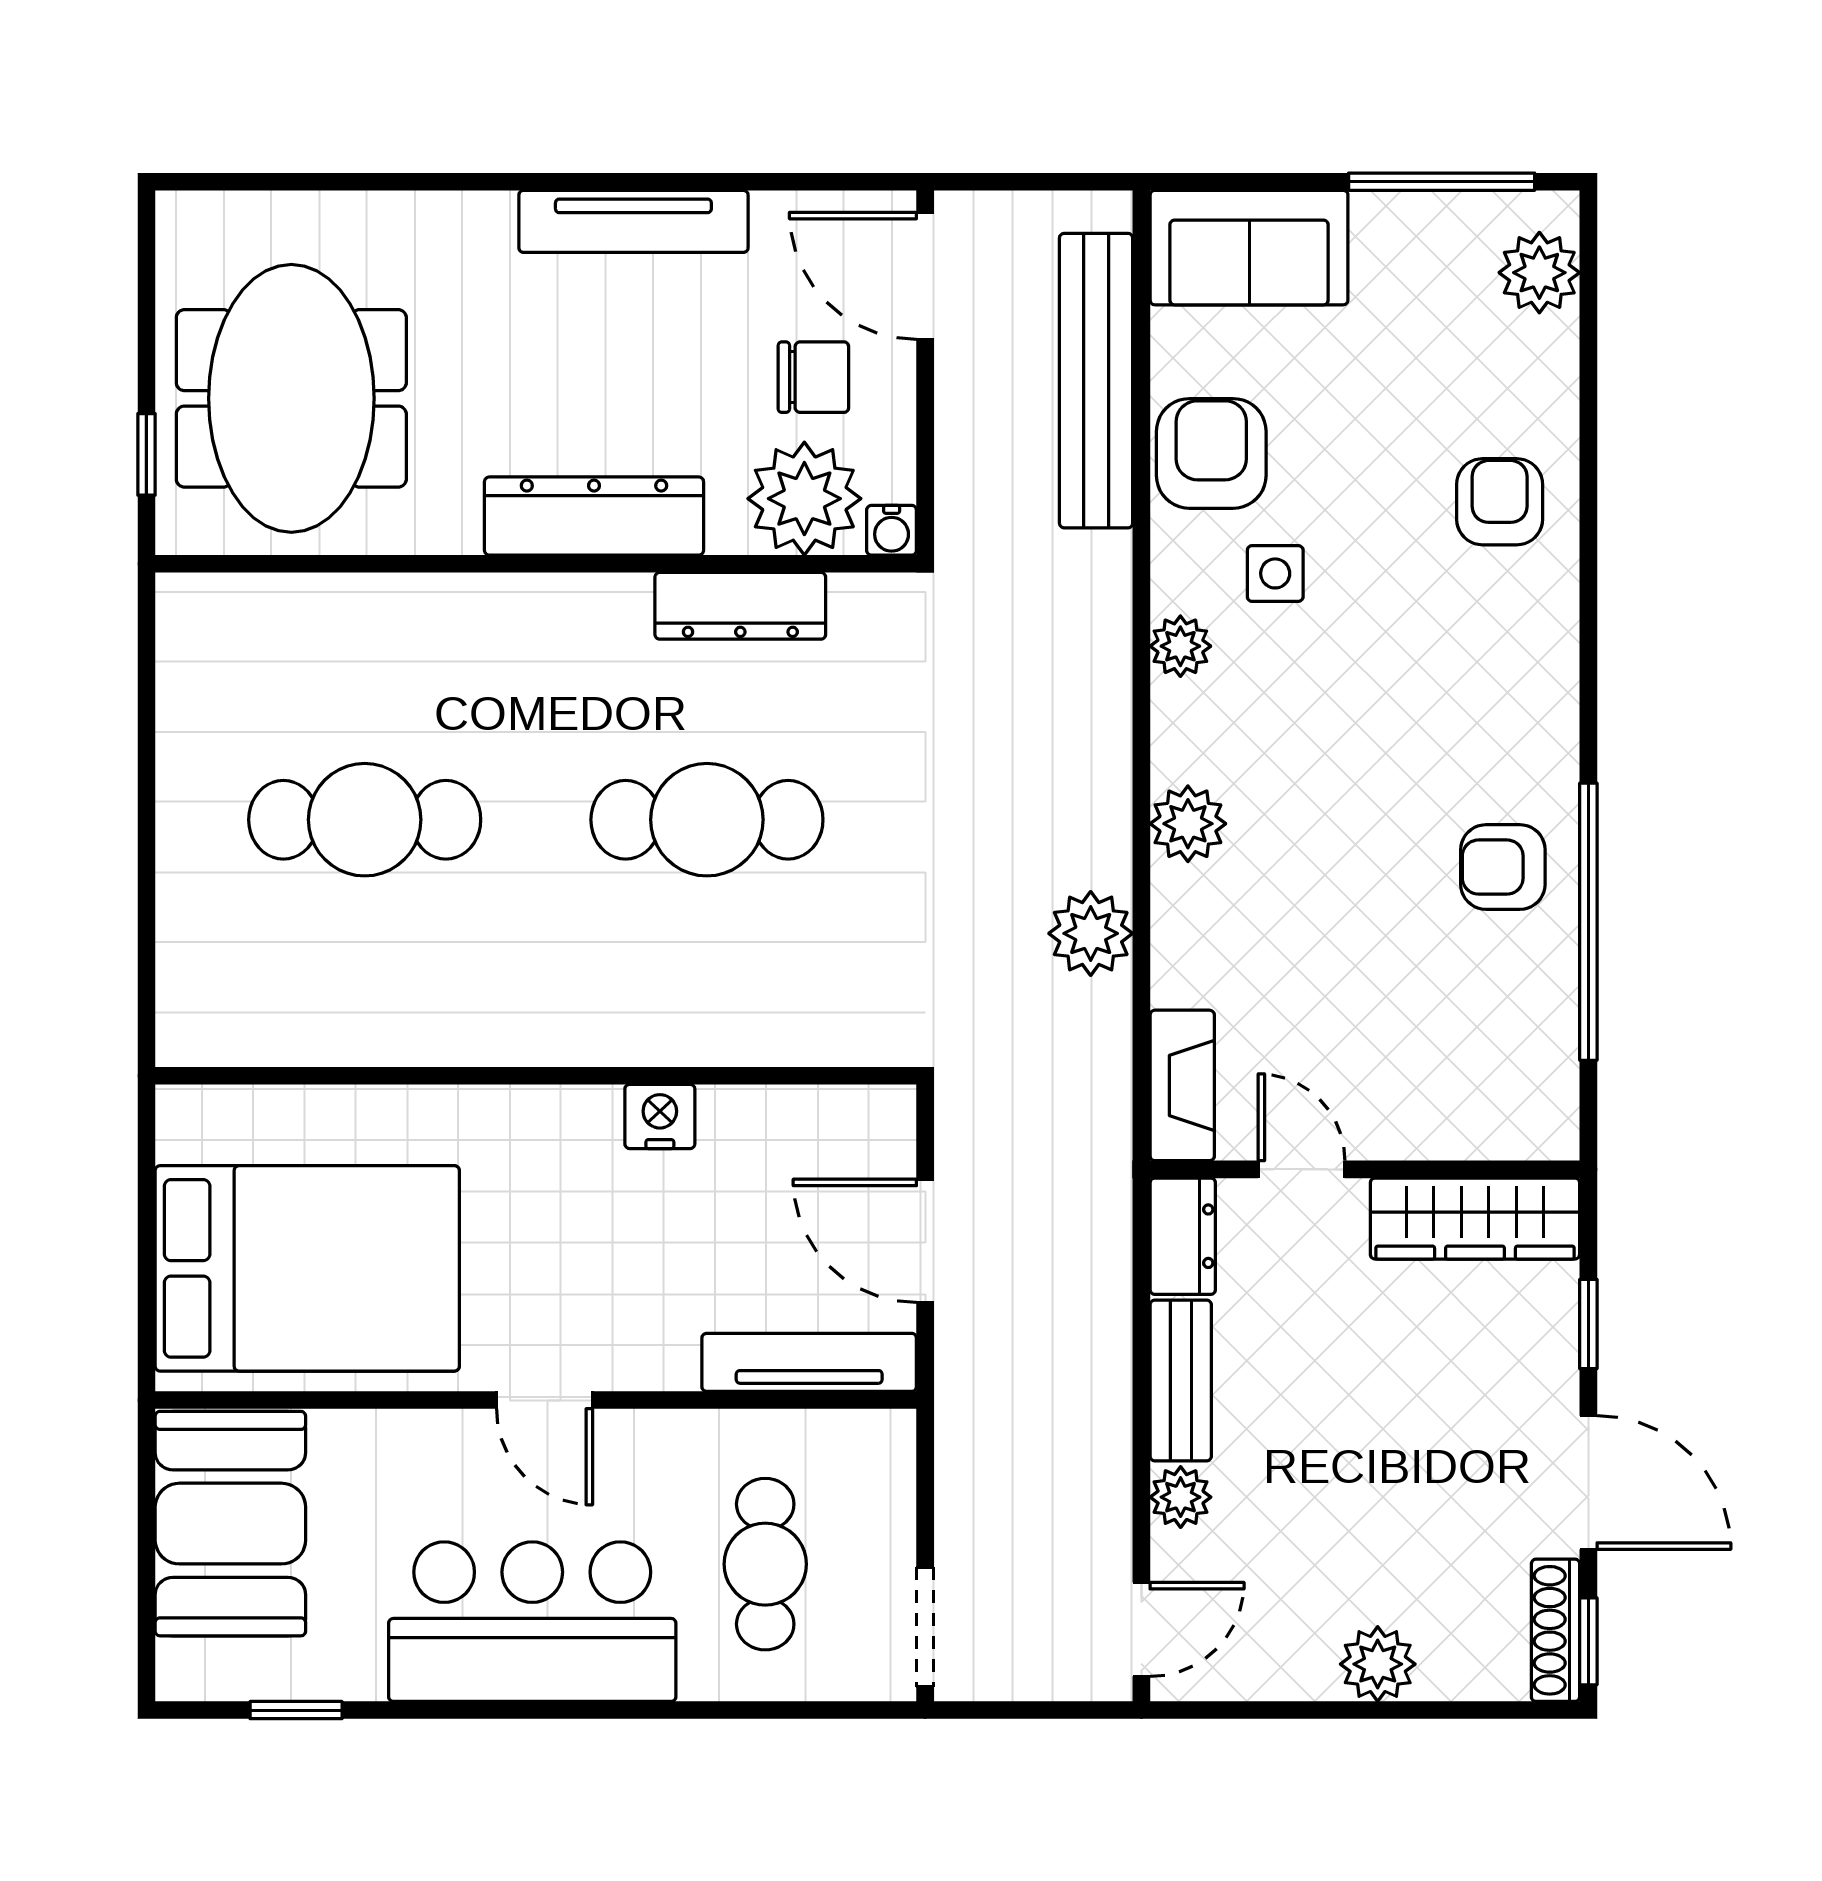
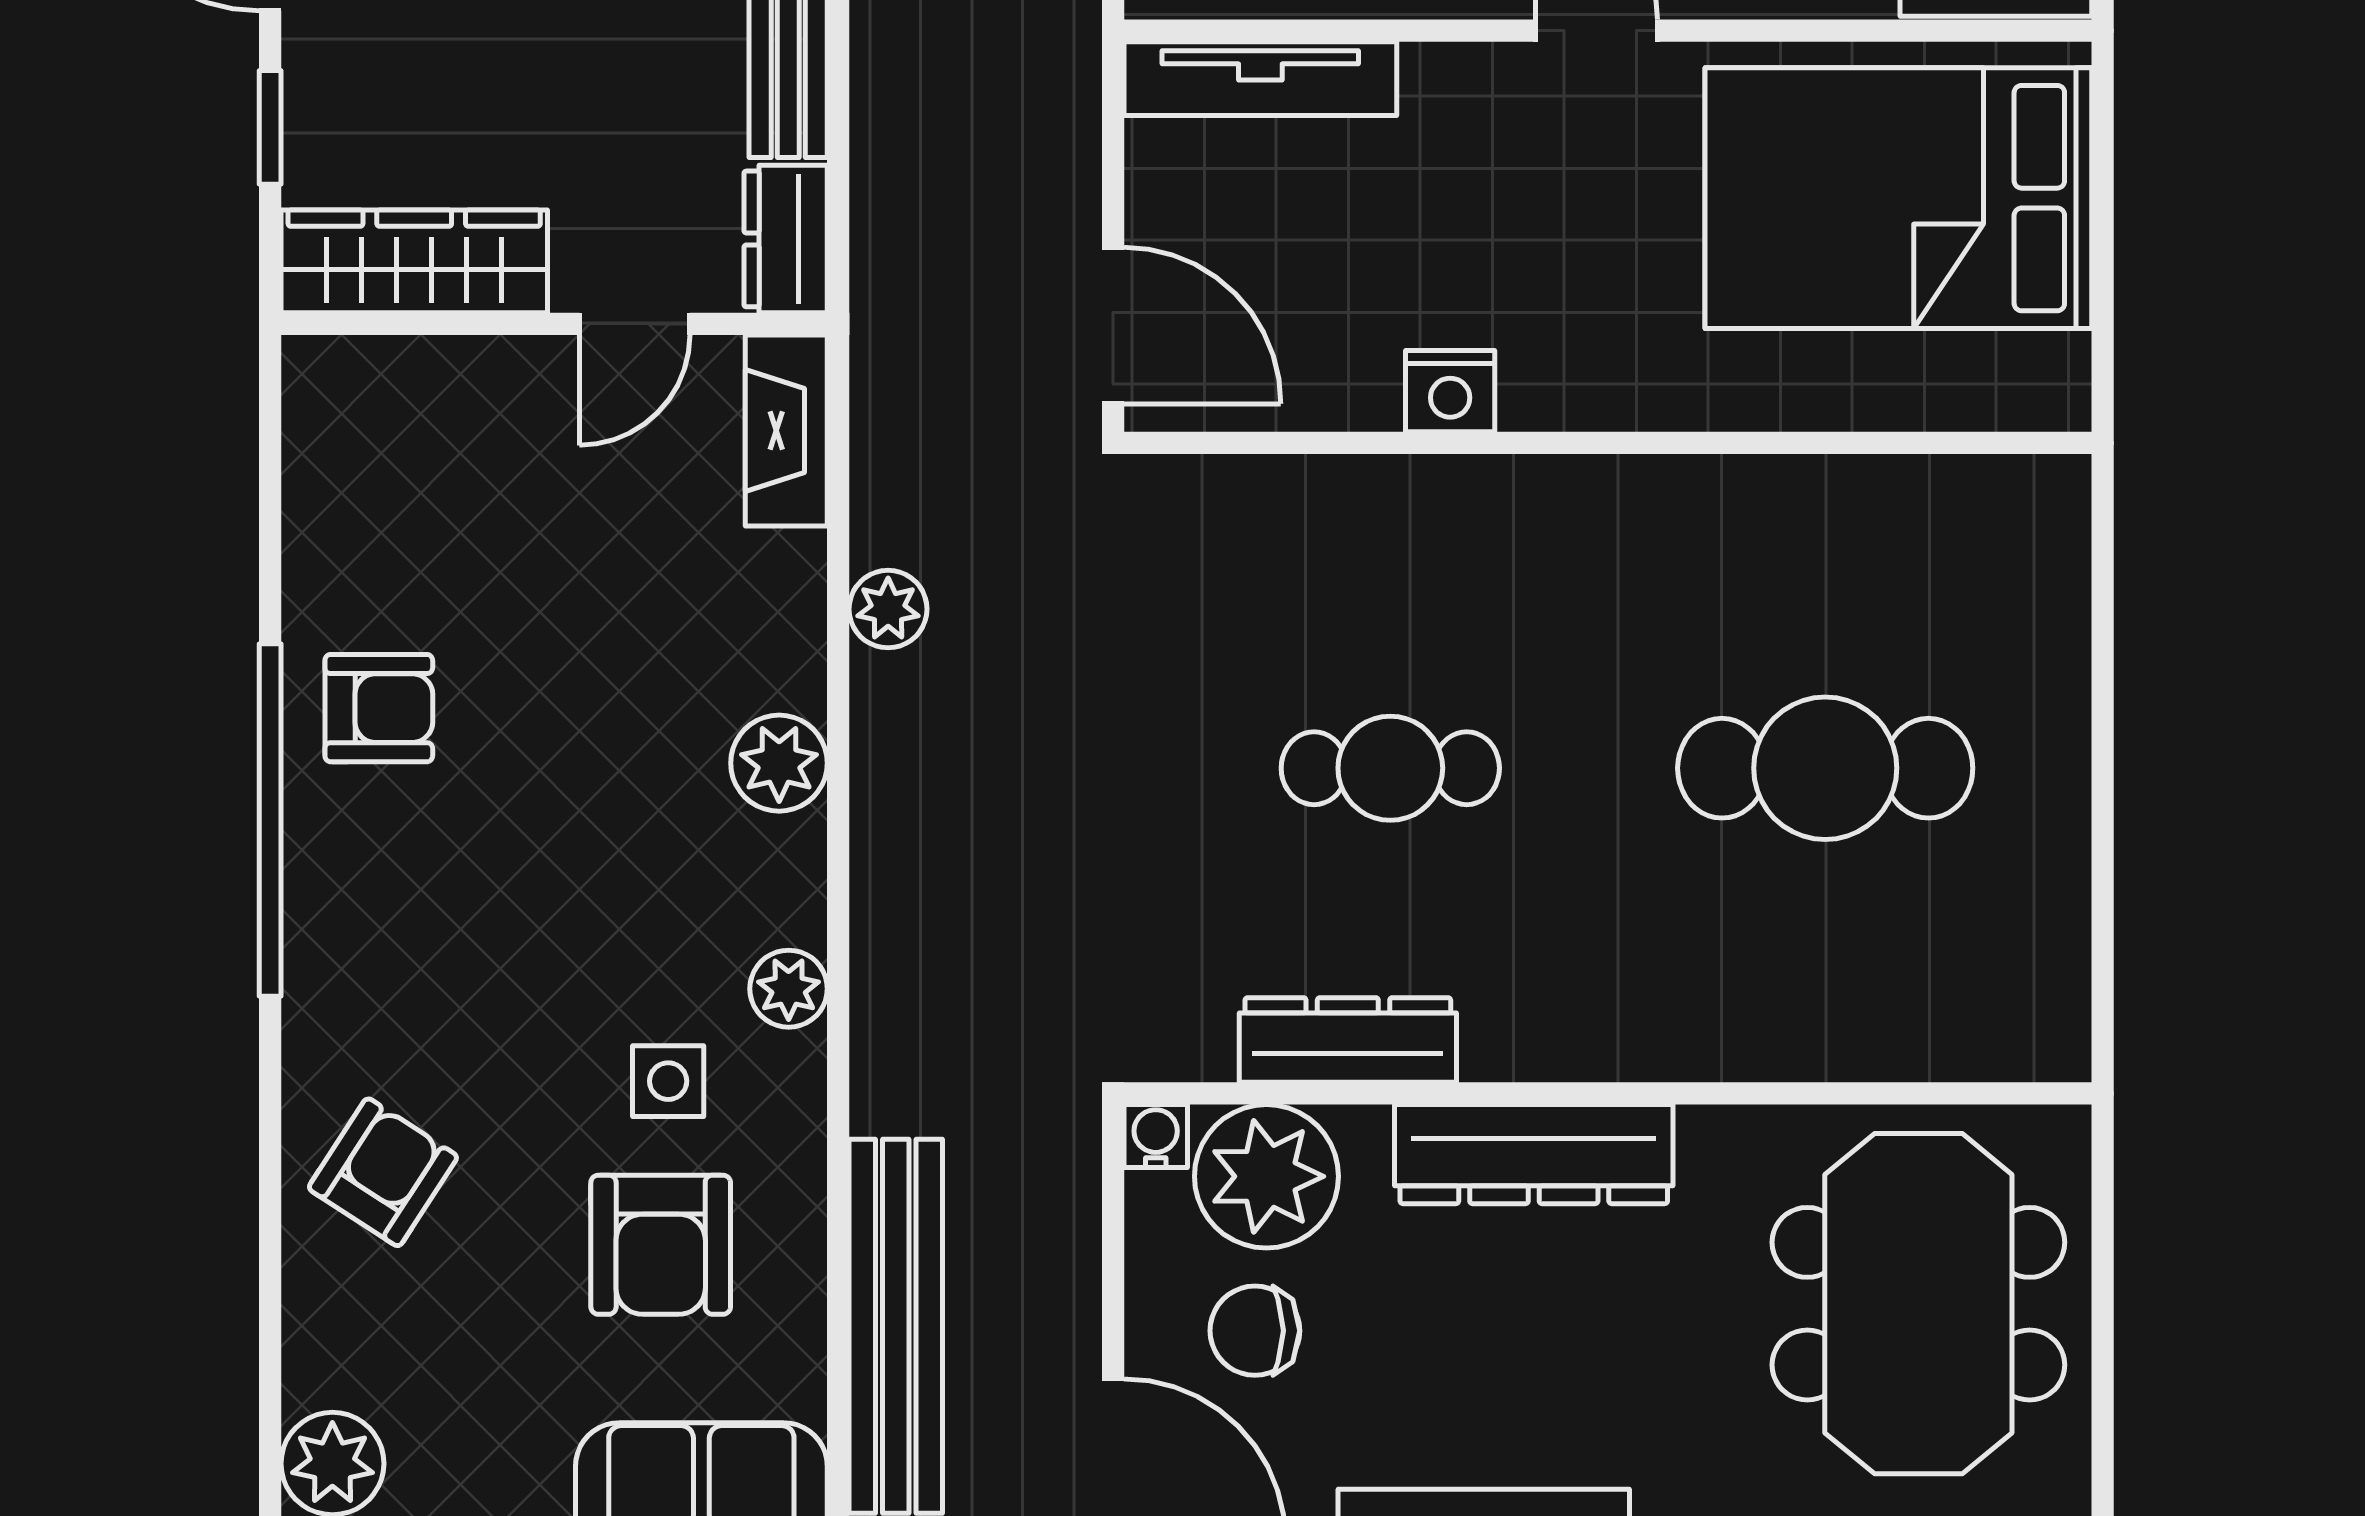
armchair: (1211, 453) -> (661, 1245), moved
window: (146, 454) -> (2103, 1232), removed
armchair: (1500, 502) -> (383, 1172), turned -147
cafe table: (707, 820) -> (1390, 768), width x0.73, depth x0.74
window: (1588, 922) -> (270, 820), moved
plant: (1091, 933) -> (888, 609), width x0.73, depth x0.73
door: (1302, 1169) -> (635, 324), hinge flipped
door: (925, 1241) -> (1113, 325), moved

